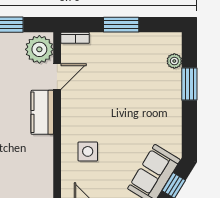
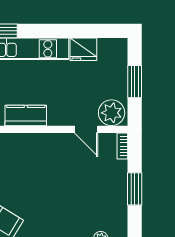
kitchen counter: (42, 112) -> (26, 116), moved
side table: (88, 151) -> (17, 158), removed

